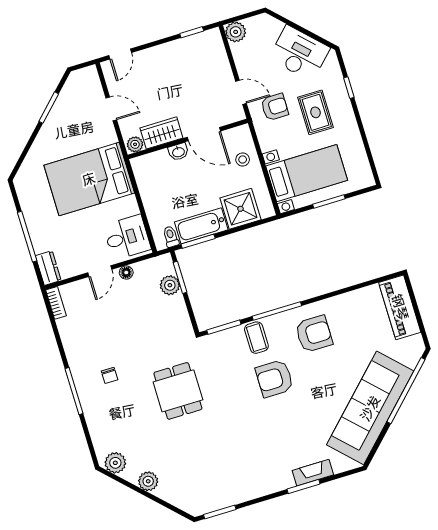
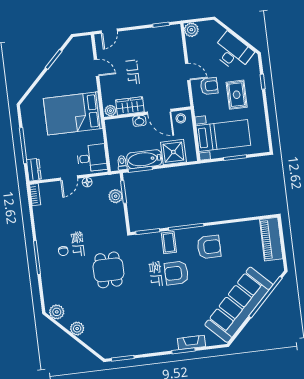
wardrobe: (161, 133) -> (130, 106), moved
door: (204, 134) -> (159, 112), moved
wall: (188, 139) -> (147, 113), moved
plant: (135, 144) -> (110, 111), moved
washbasin: (178, 152) -> (139, 121), moved

